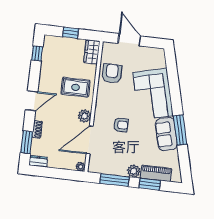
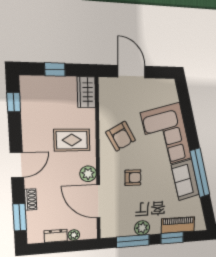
armchair: (112, 73) -> (121, 136), moved, turned 151
window: (180, 130) -> (200, 173), width x1.46
door: (90, 140) -> (98, 201), hinge flipped
dresser: (38, 161) -> (56, 236), moved
plant: (80, 167) -> (74, 235), moved
plant: (134, 171) -> (142, 228), moved

